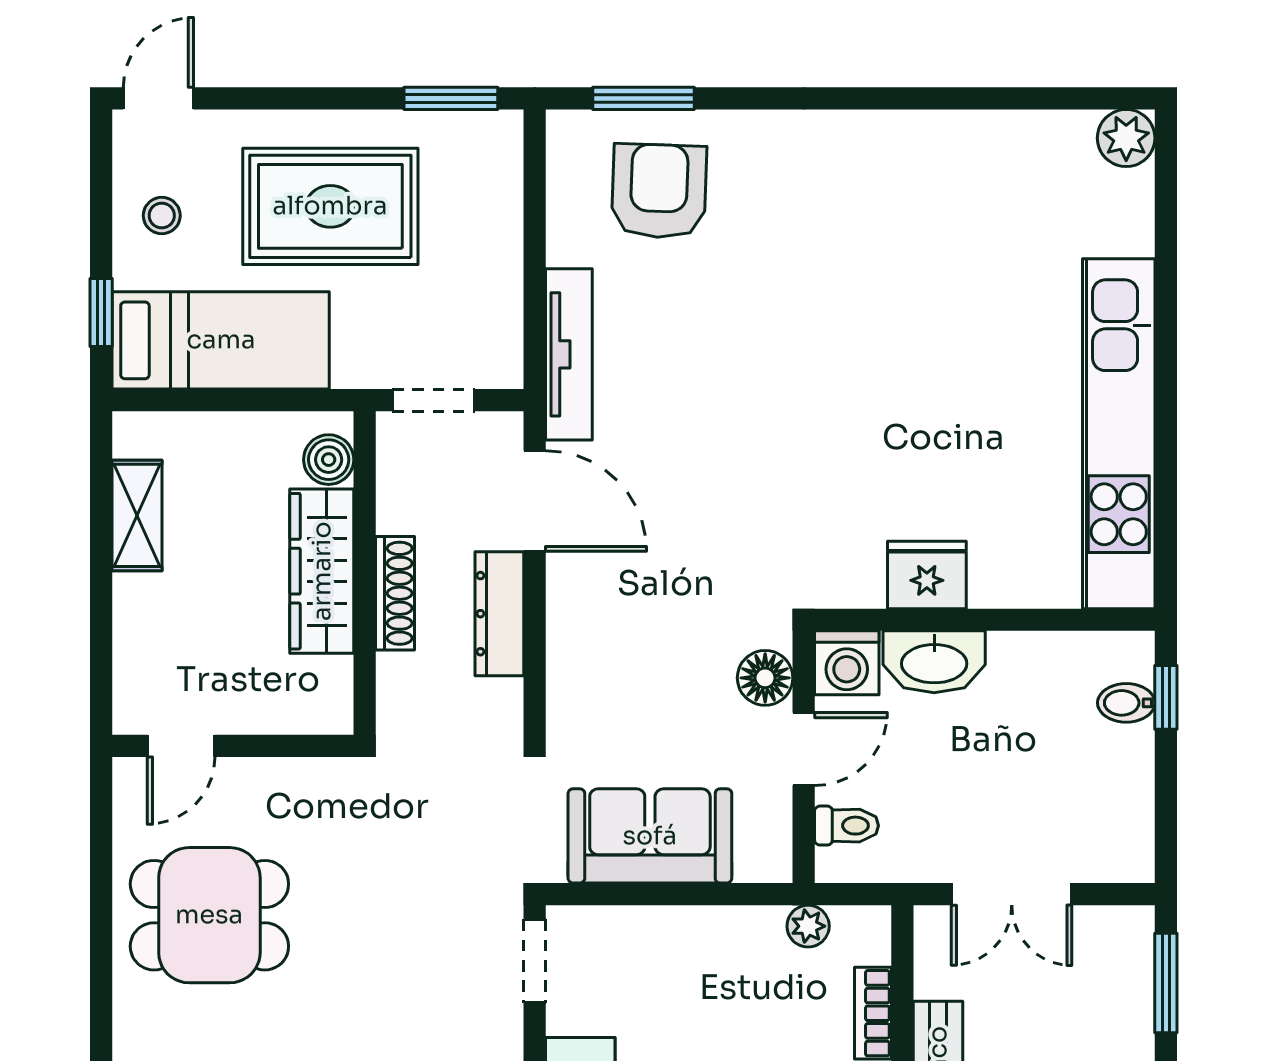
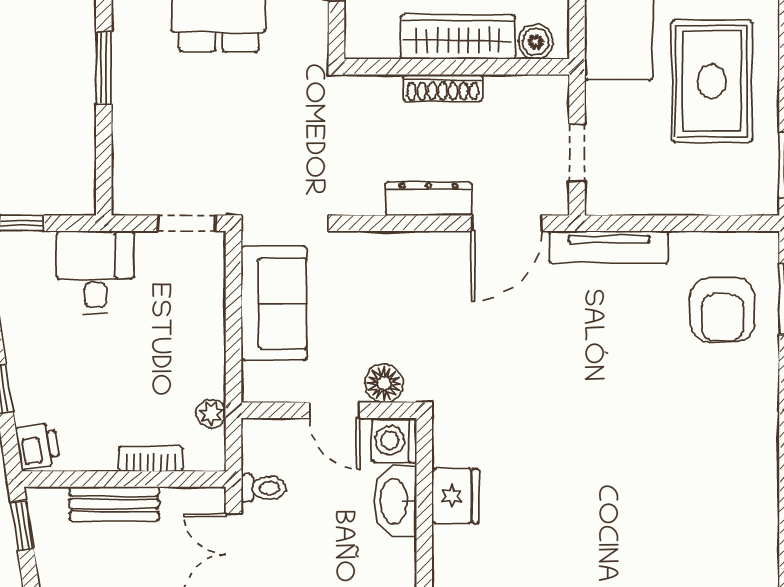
armchair: (659, 191) -> (722, 310), turned 88
boiler: (329, 460) -> (536, 42), moved
wardrobe: (322, 571) -> (458, 37), moved
wall: (365, 573) -> (457, 67), moved
shoe rack: (395, 593) -> (443, 88), moved
toilet: (847, 826) -> (263, 488), moved, turned -90

